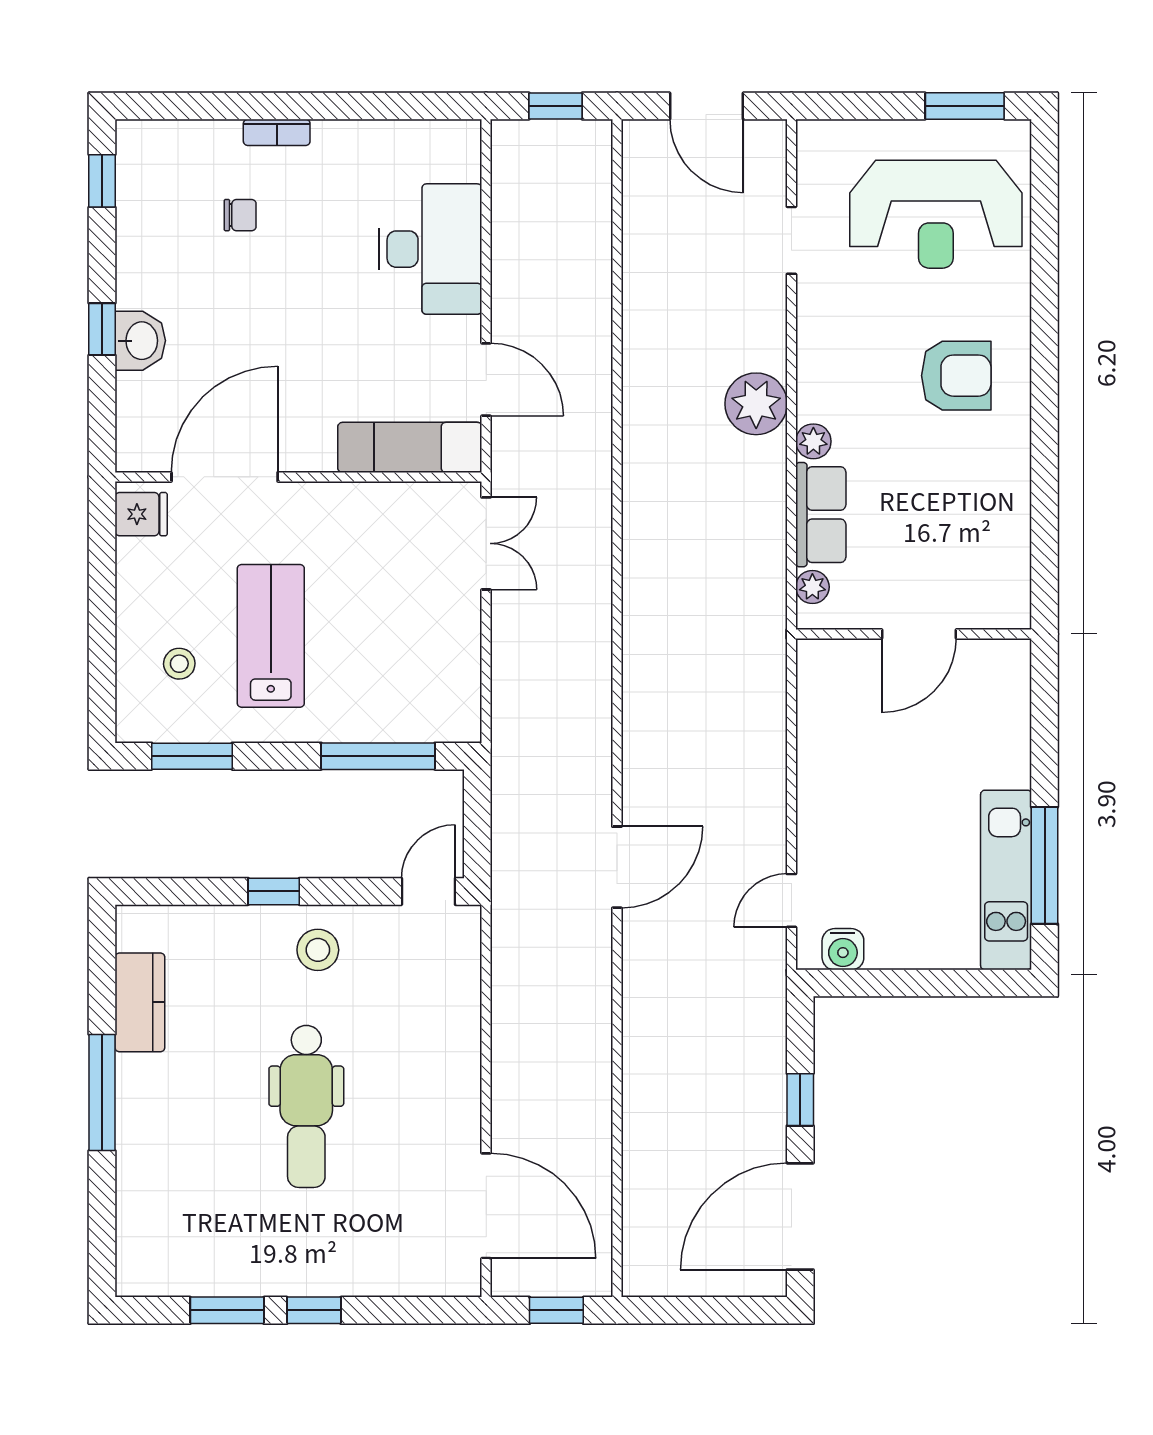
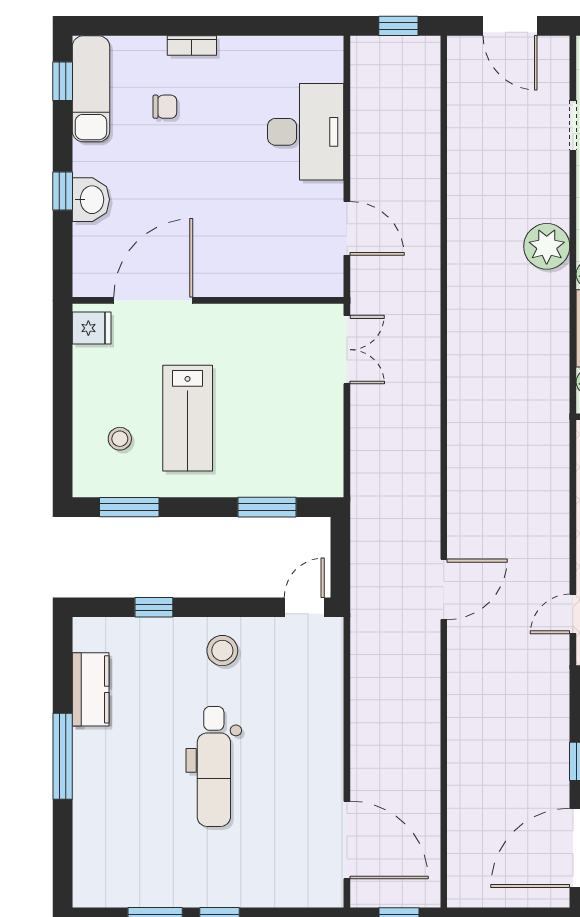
exam couch: (410, 447) -> (91, 89), moved, turned 90
lab bench: (271, 636) -> (188, 418), turned 180
window: (378, 756) -> (267, 507), width x0.69
window: (274, 891) -> (154, 607), moved

